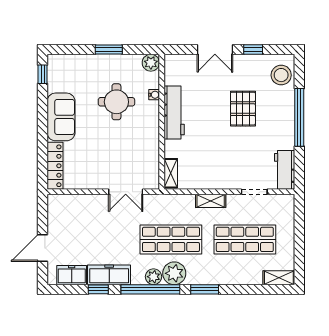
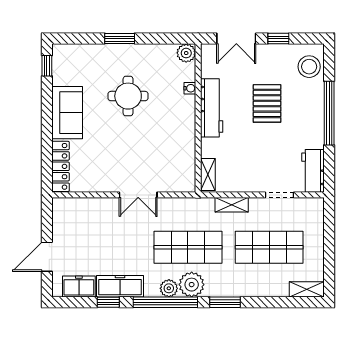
plant: (151, 63) -> (186, 53), moved
water cooler: (154, 95) -> (190, 88), moved
workbench: (174, 113) -> (212, 108), moved
wall: (162, 122) -> (198, 118), moved
shelving: (171, 173) -> (208, 175), moved

